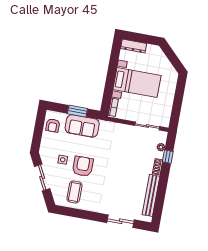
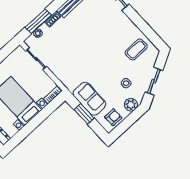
plant: (46, 146) -> (131, 105), added
window: (168, 157) -> (38, 21), width x2.17
armchair: (83, 166) -> (114, 65), removed

